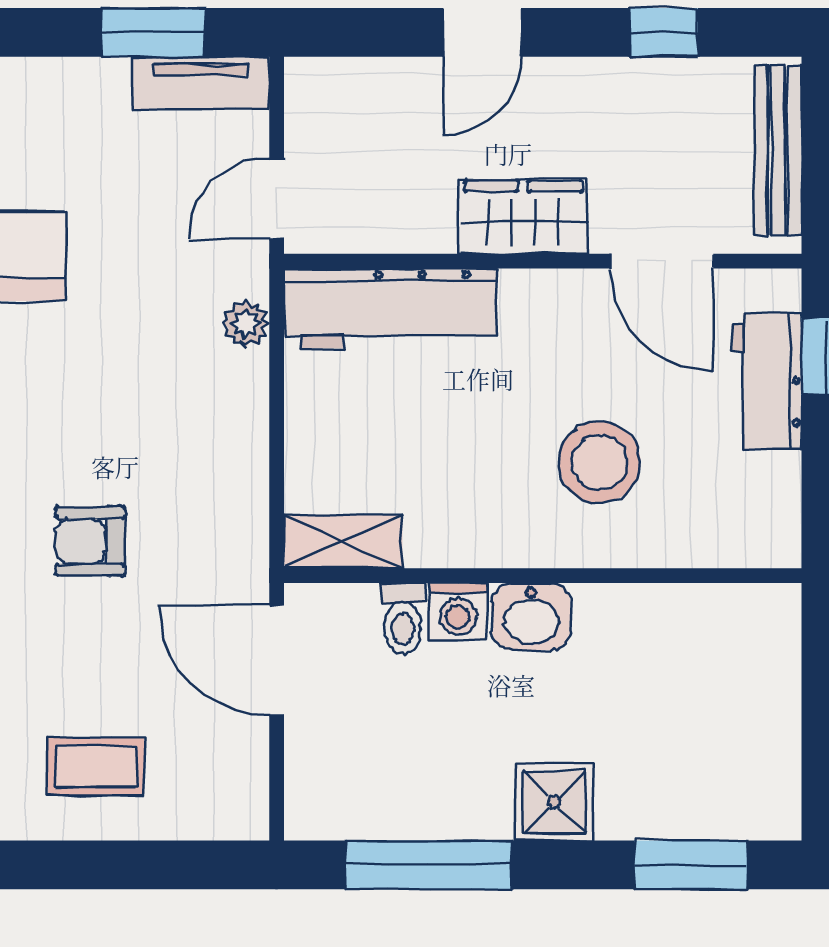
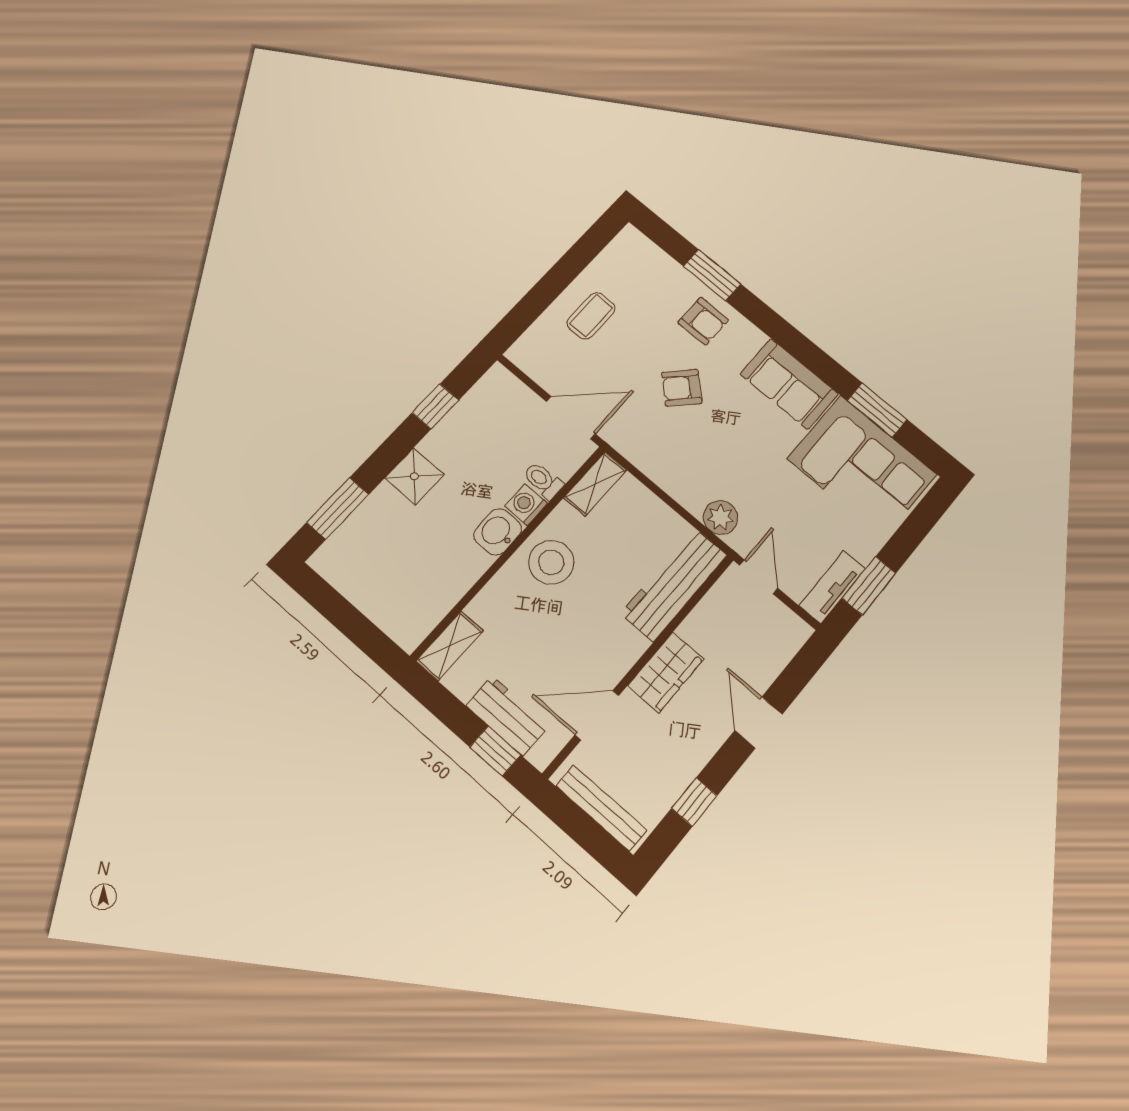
plant: (246, 324) -> (720, 517), width x1.38, depth x1.38
stool: (600, 462) -> (551, 562), moved
armchair: (90, 541) -> (682, 388), turned -137
shelving: (742, 542) -> (450, 646), added
window: (429, 865) -> (435, 406), width x0.46

